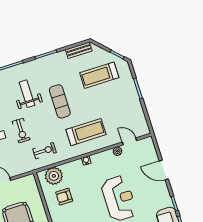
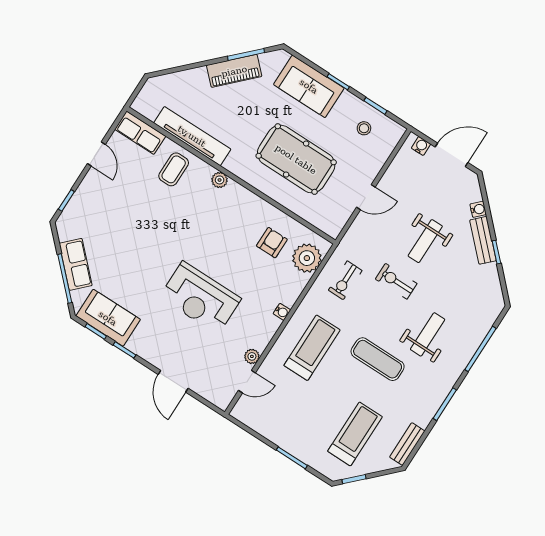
weight bench: (27, 94) -> (428, 334), turned -90
treadmill: (86, 132) -> (312, 348), turned 180
door: (164, 170) -> (173, 381), swing flipped

